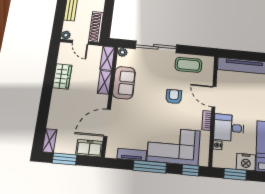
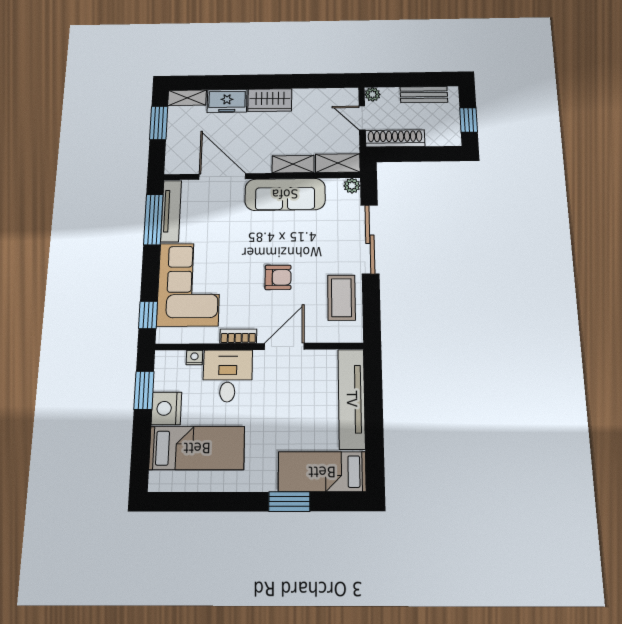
door: (80, 42) -> (362, 118), hinge flipped
wardrobe: (62, 76) -> (270, 100), moved
sofa: (124, 83) -> (285, 194), width x1.36
freezer: (89, 148) -> (227, 101), moved, turned 90
tv unit: (132, 155) -> (171, 211), width x1.41
window: (150, 167) -> (153, 219), moved

